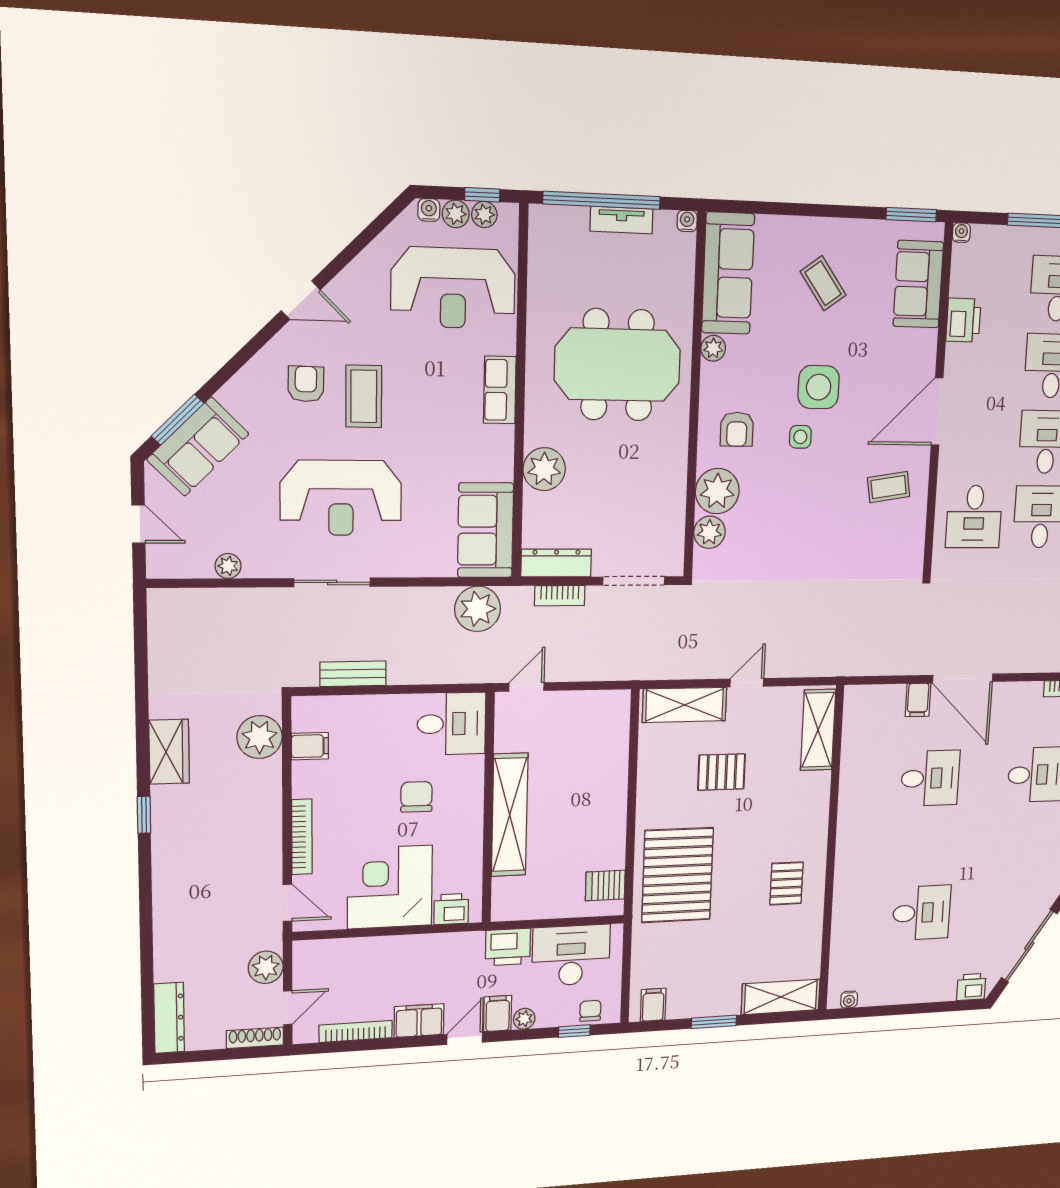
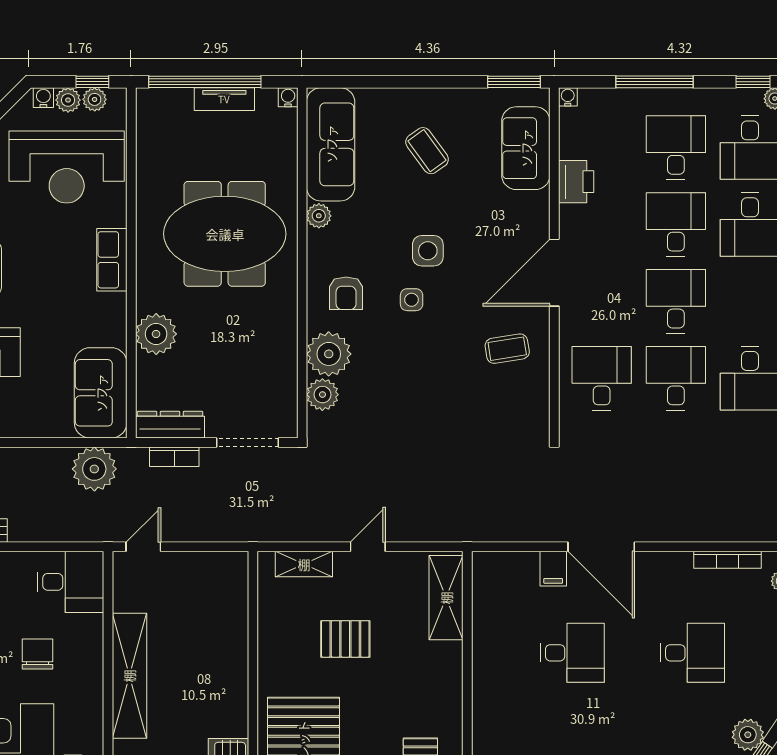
side table: (819, 387) -> (428, 251), width x0.73, depth x0.73
desk: (974, 517) -> (602, 378), turned 180
shelving: (685, 705) -> (304, 564), width x0.67, depth x0.75

